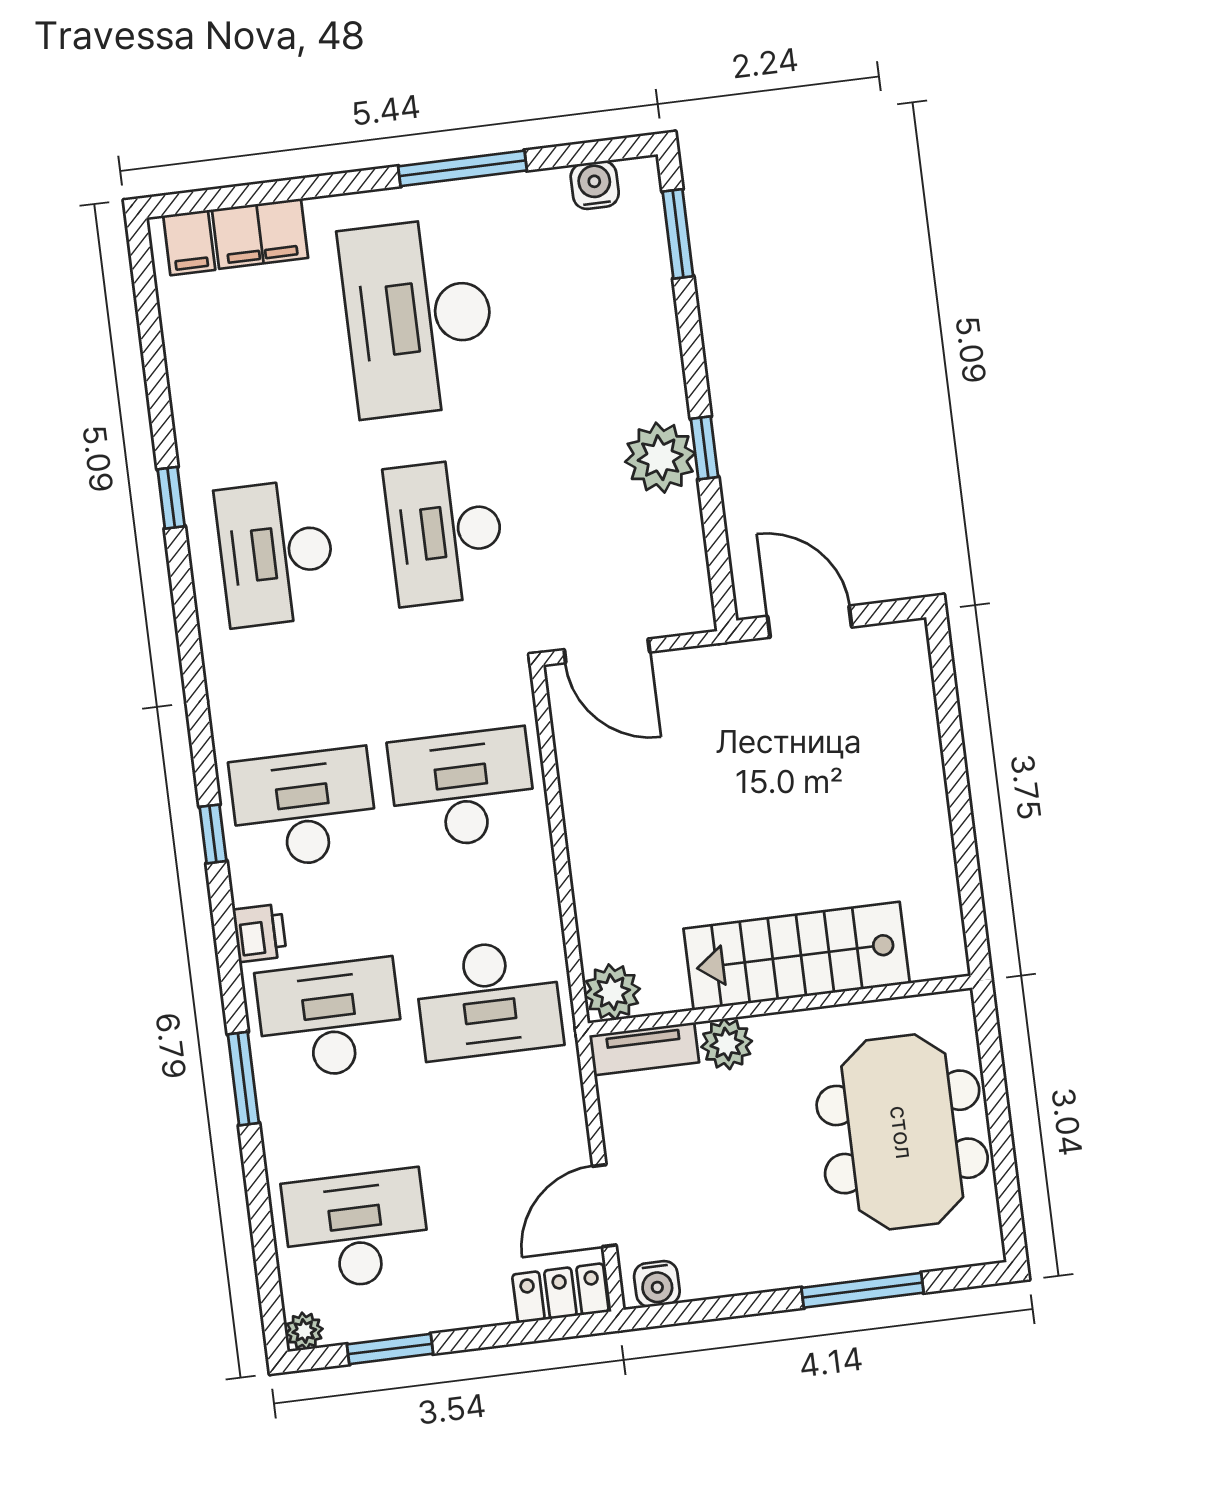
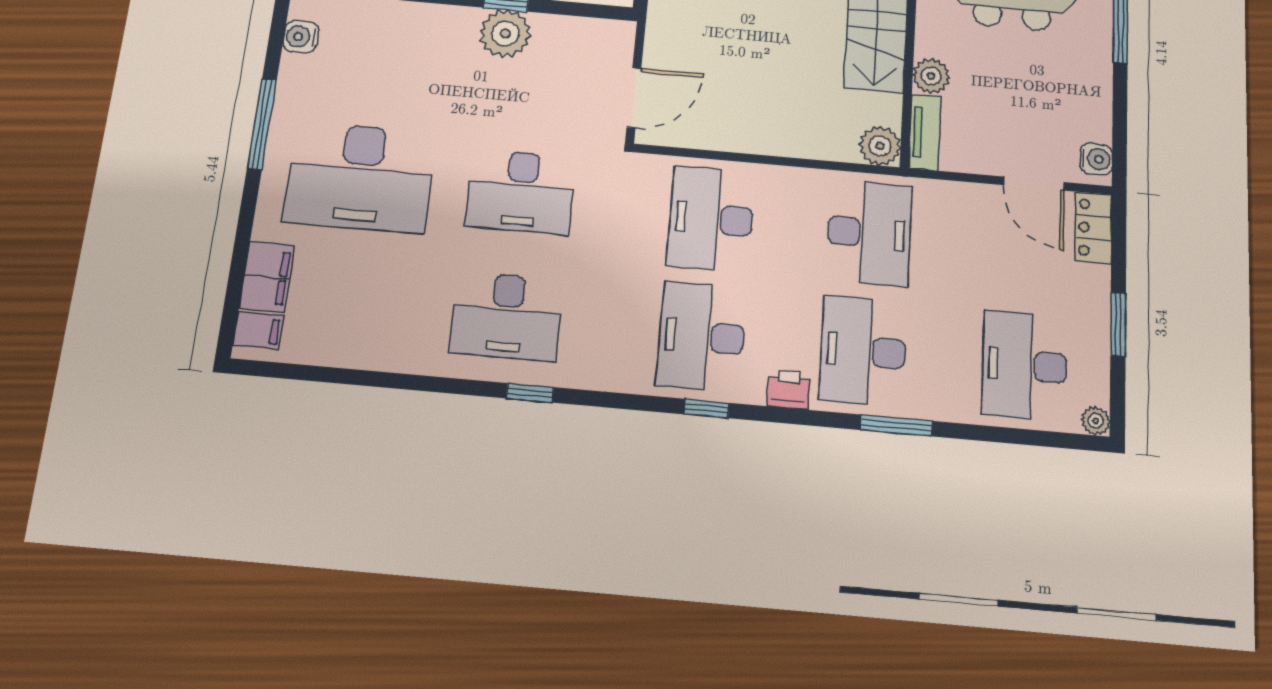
window: (171, 498) -> (530, 393), moved
window: (390, 1349) -> (1118, 324), moved

